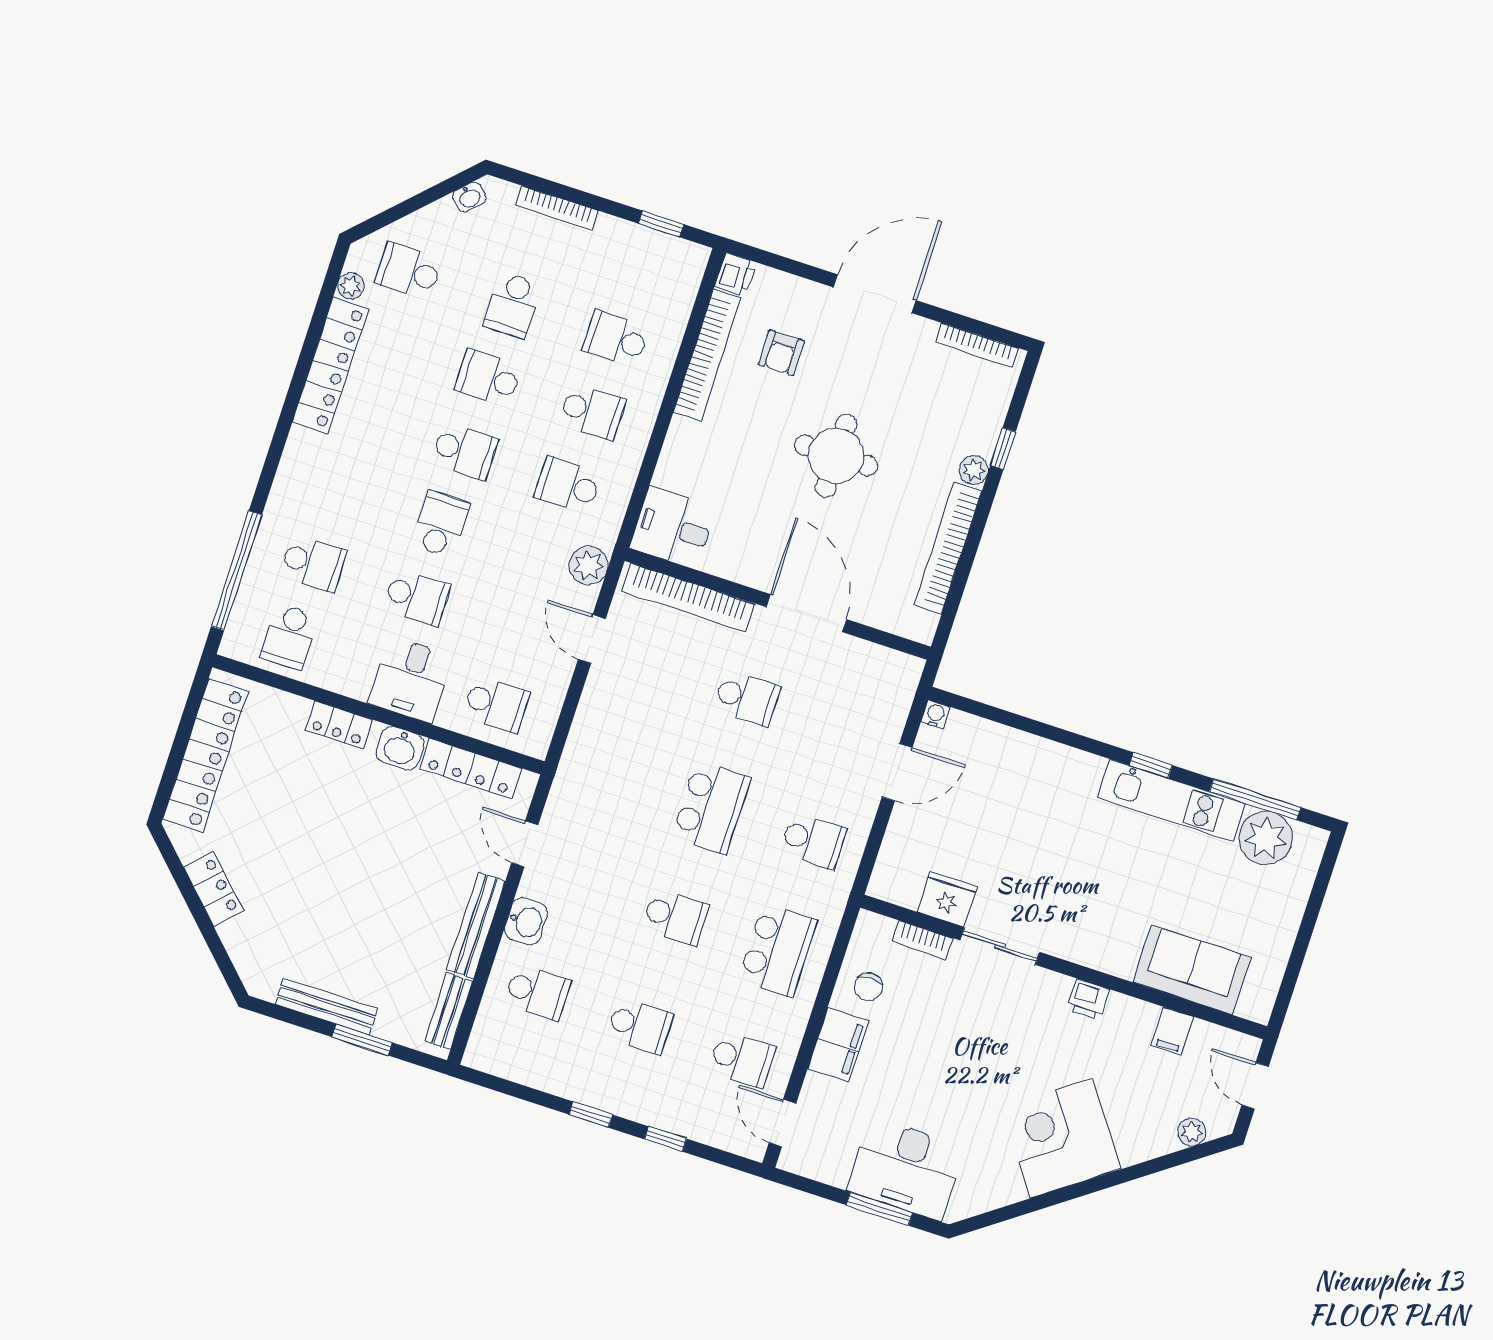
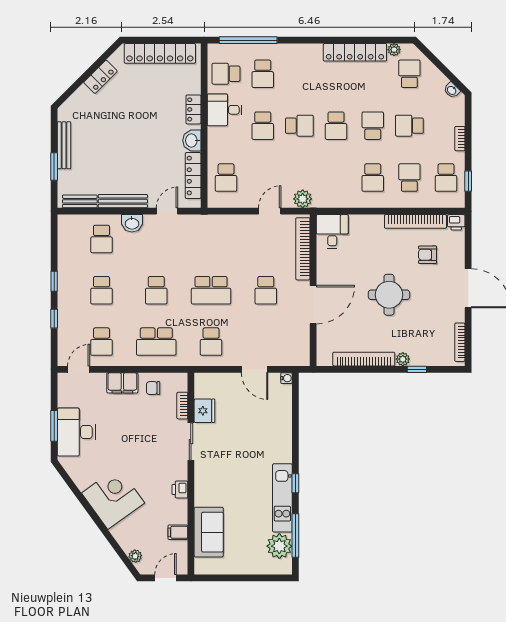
bookcase: (557, 208) -> (460, 139), width x0.64
school desk: (568, 485) -> (446, 178), moved, turned 180
desk: (411, 680) -> (225, 110), moved

